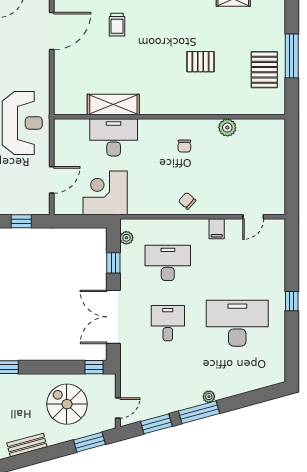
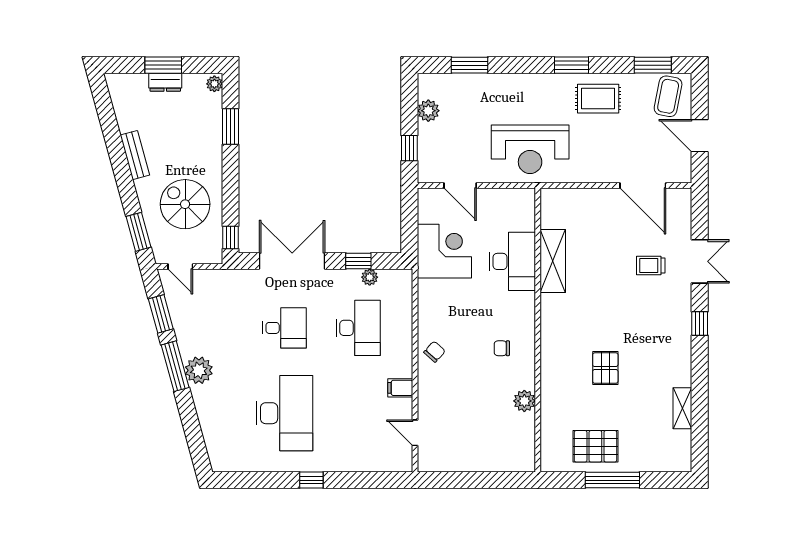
plant: (126, 238) -> (370, 277), moved
plant: (209, 397) -> (199, 370), width x1.88, depth x1.88
spiral stairs: (67, 404) -> (185, 204), turned -90

